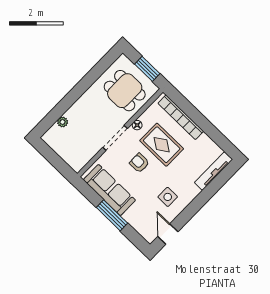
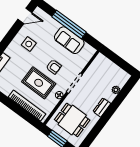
dresser: (84, 102) -> (102, 107), added
sofa: (109, 190) -> (69, 40), width x0.73
window: (112, 215) -> (69, 24), width x1.46
door: (168, 234) -> (25, 16), hinge flipped

